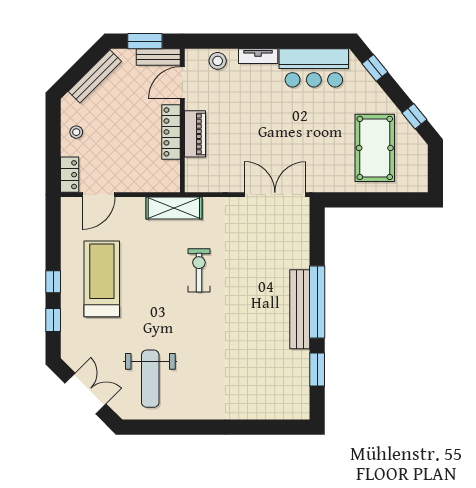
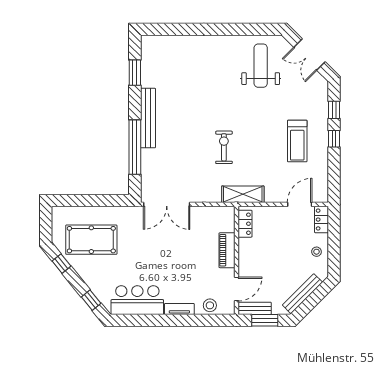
locker: (171, 132) -> (245, 224), moved, width x0.66
pool table: (375, 148) -> (91, 240), turned 90
exercise bike: (199, 270) -> (224, 147), turned 180
treadmill: (102, 279) -> (297, 141), width x0.73, depth x0.73
window: (317, 302) -> (135, 147), moved

